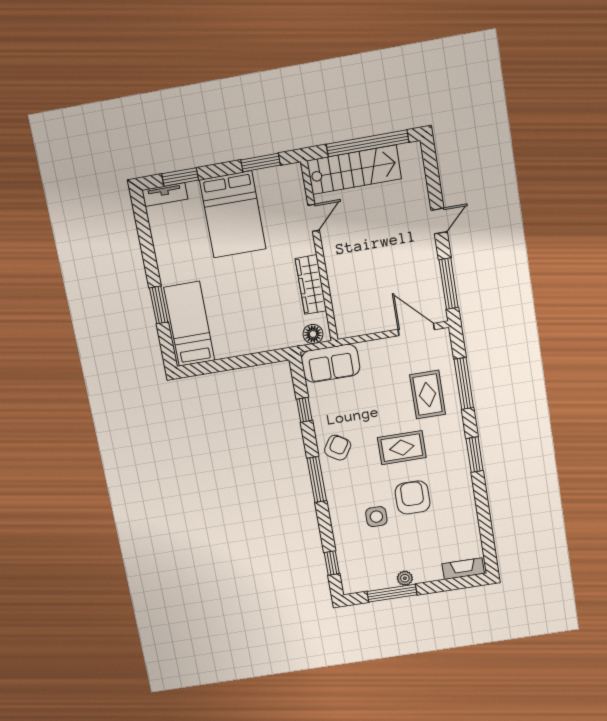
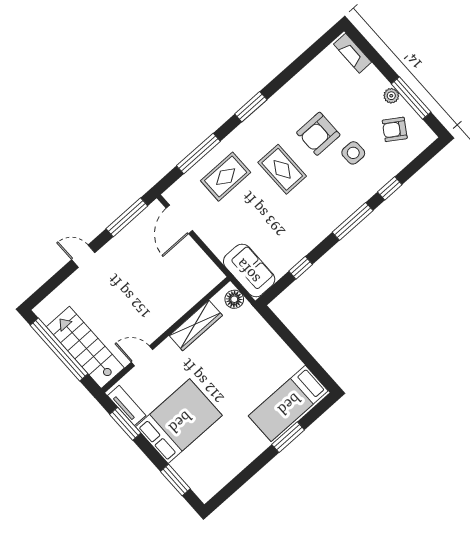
tv unit: (165, 195) -> (127, 406), moved
armchair: (338, 448) -> (395, 129), moved
window: (332, 563) -> (390, 188), moved

